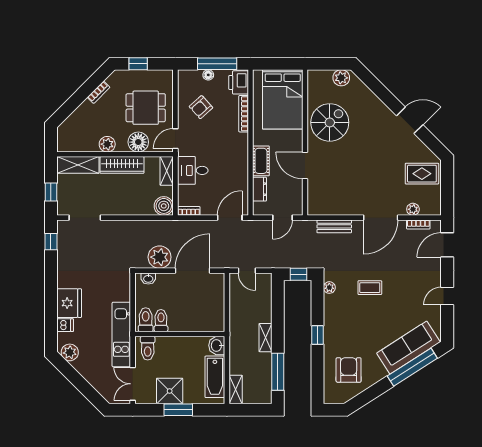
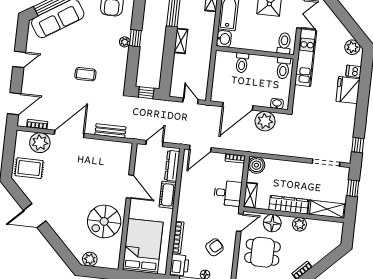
dresser: (259, 189) -> (172, 166), width x1.44
plant: (413, 209) -> (40, 143), width x1.88, depth x1.88
plant: (329, 288) -> (125, 42), moved
toilet: (161, 321) -> (242, 63), moved

